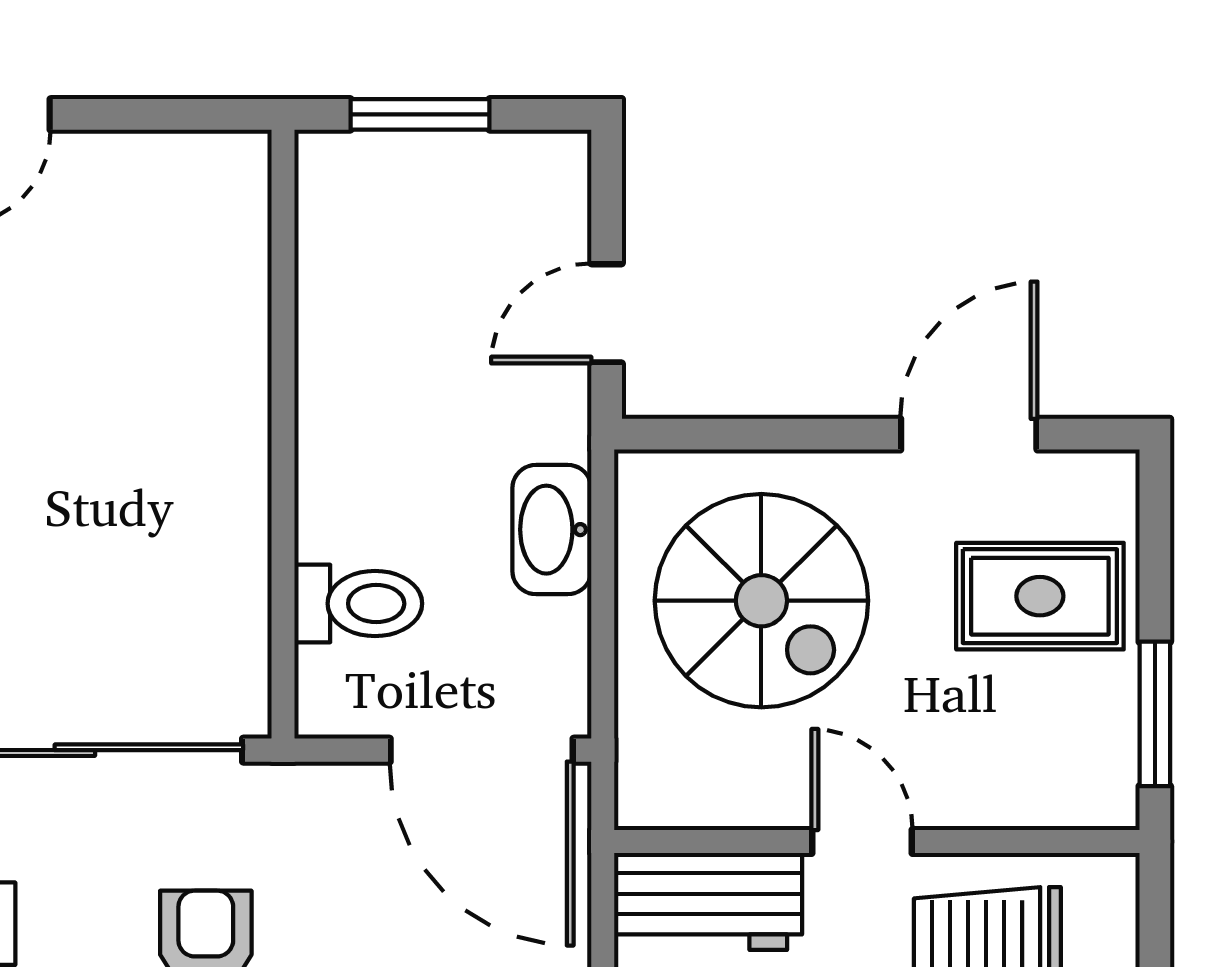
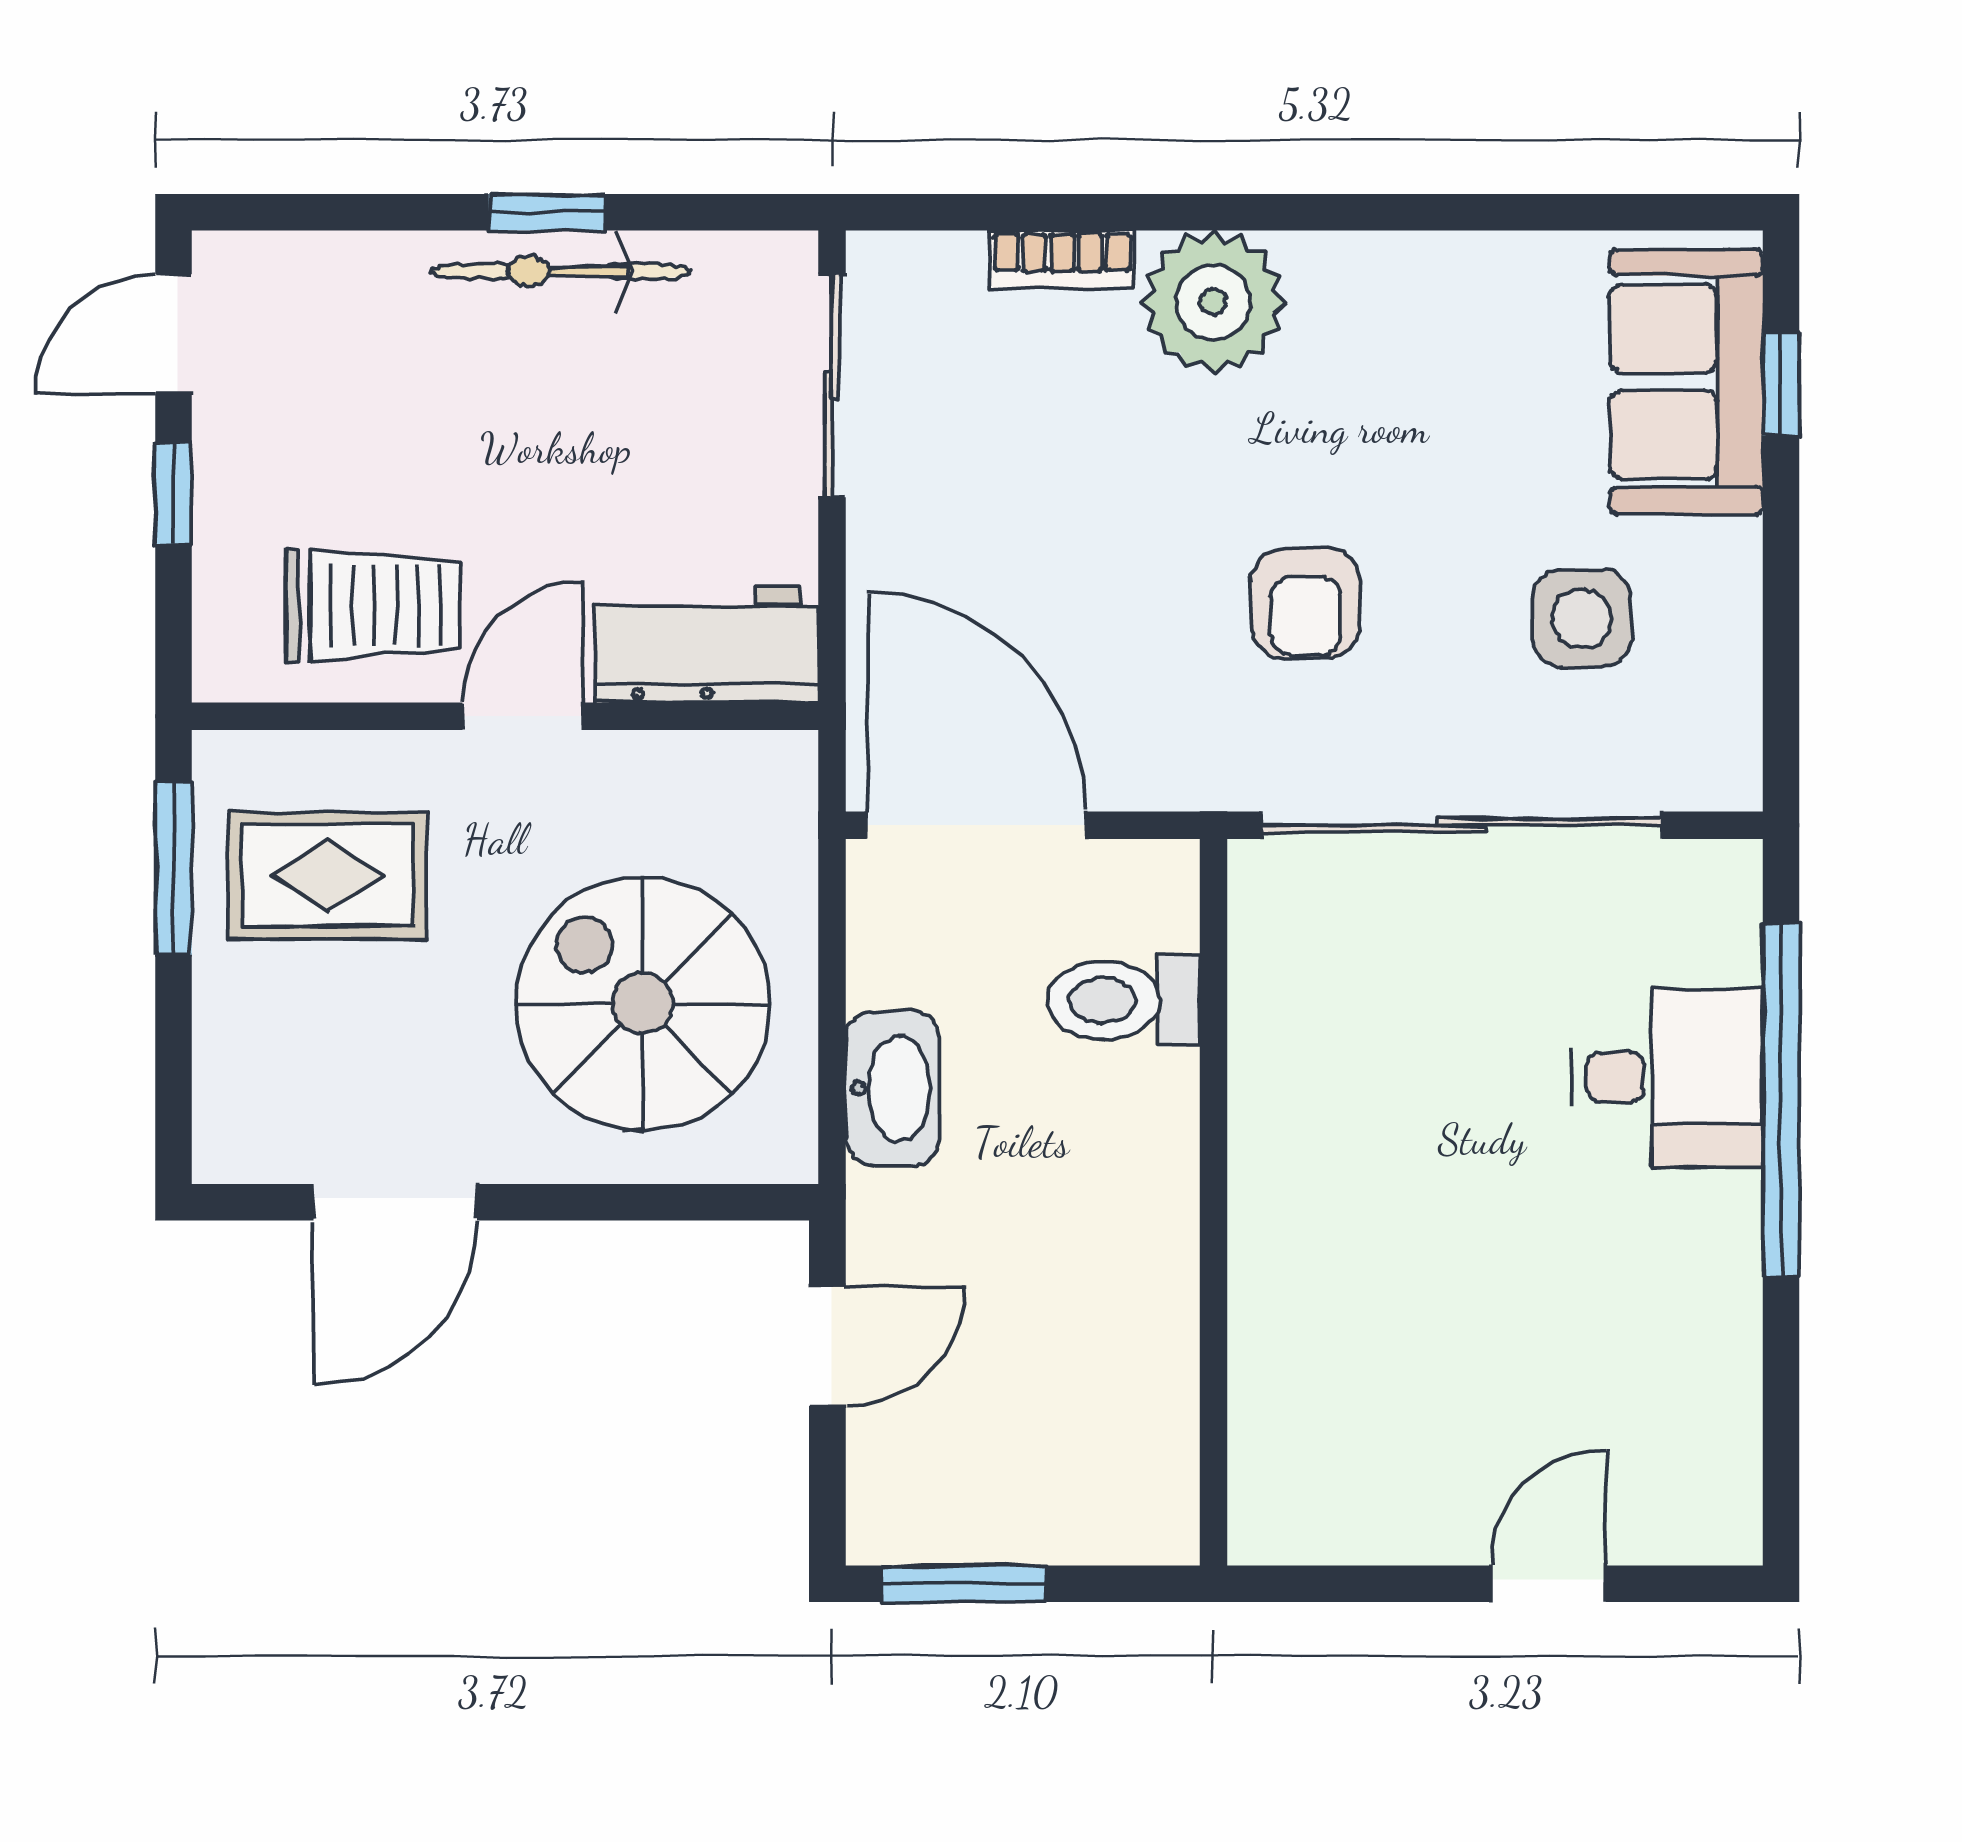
window: (420, 114) -> (964, 1584), moved
rug: (1040, 596) -> (328, 875), moved
door: (862, 841) -> (523, 716), swing flipped

